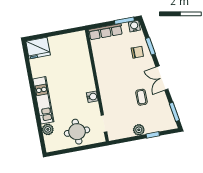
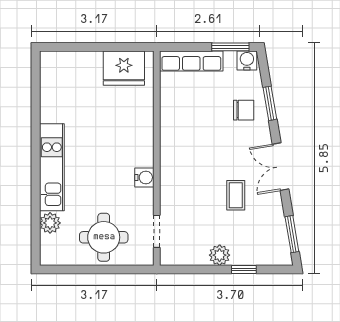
fridge: (38, 48) -> (124, 68), moved

